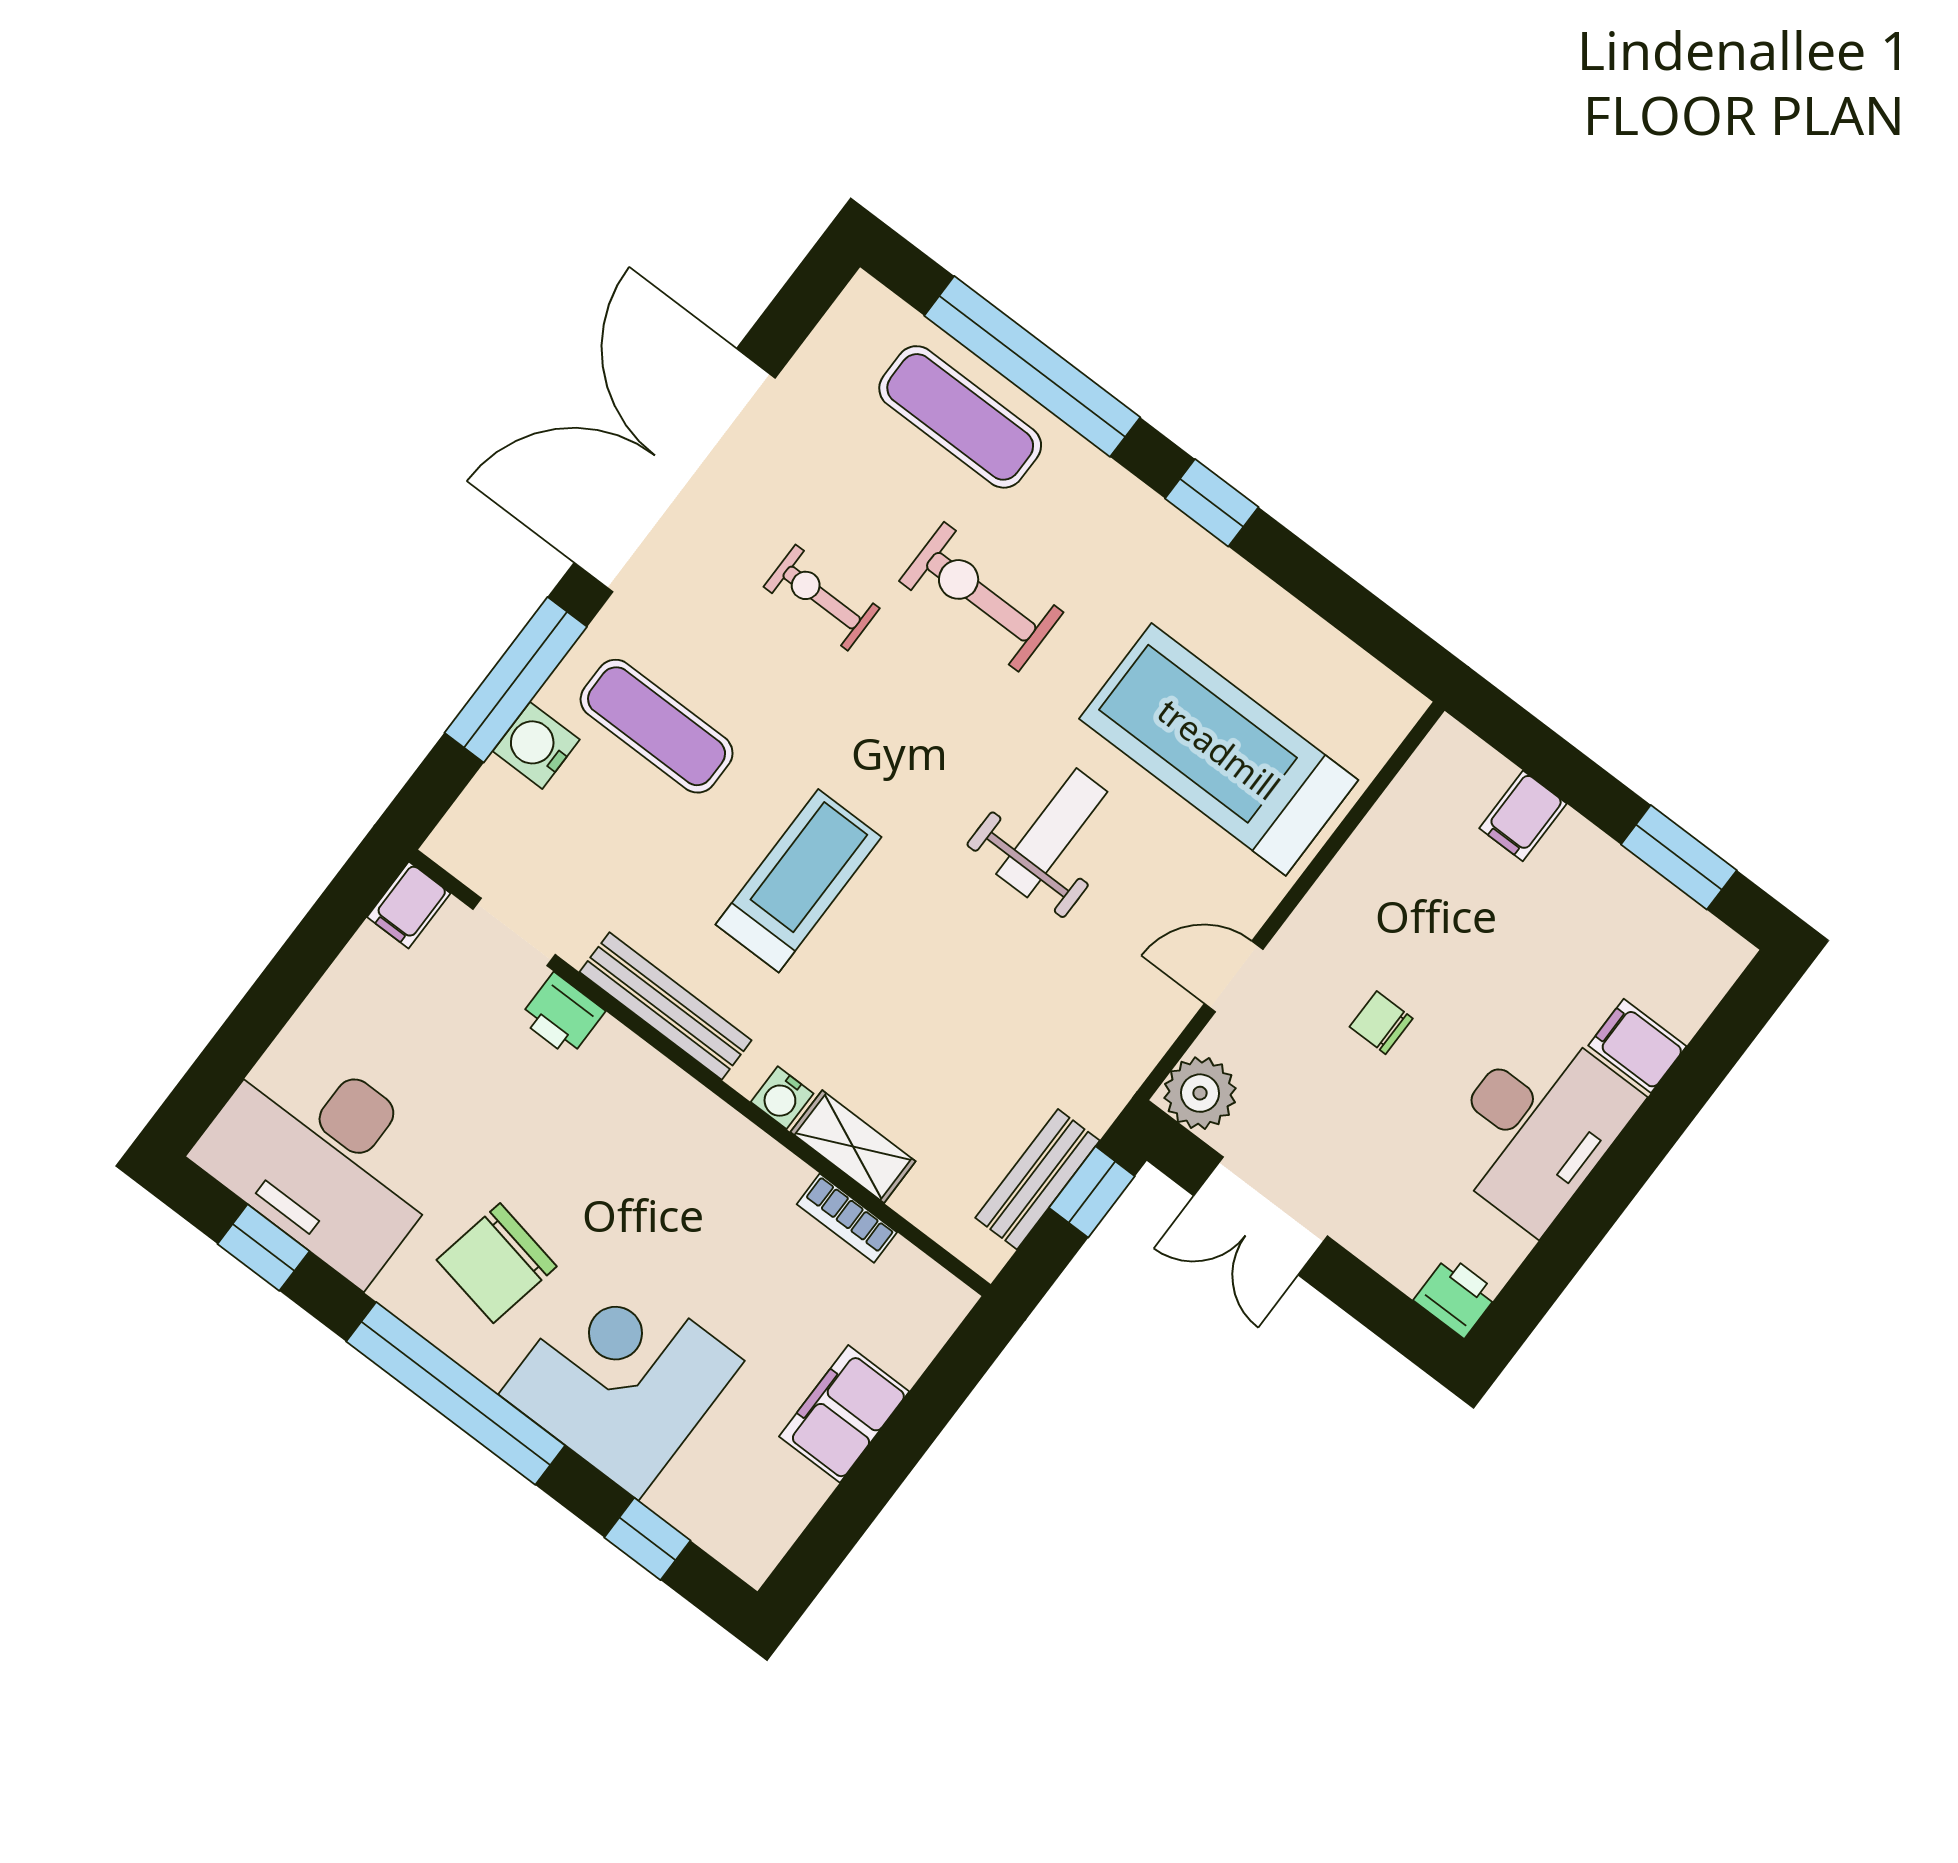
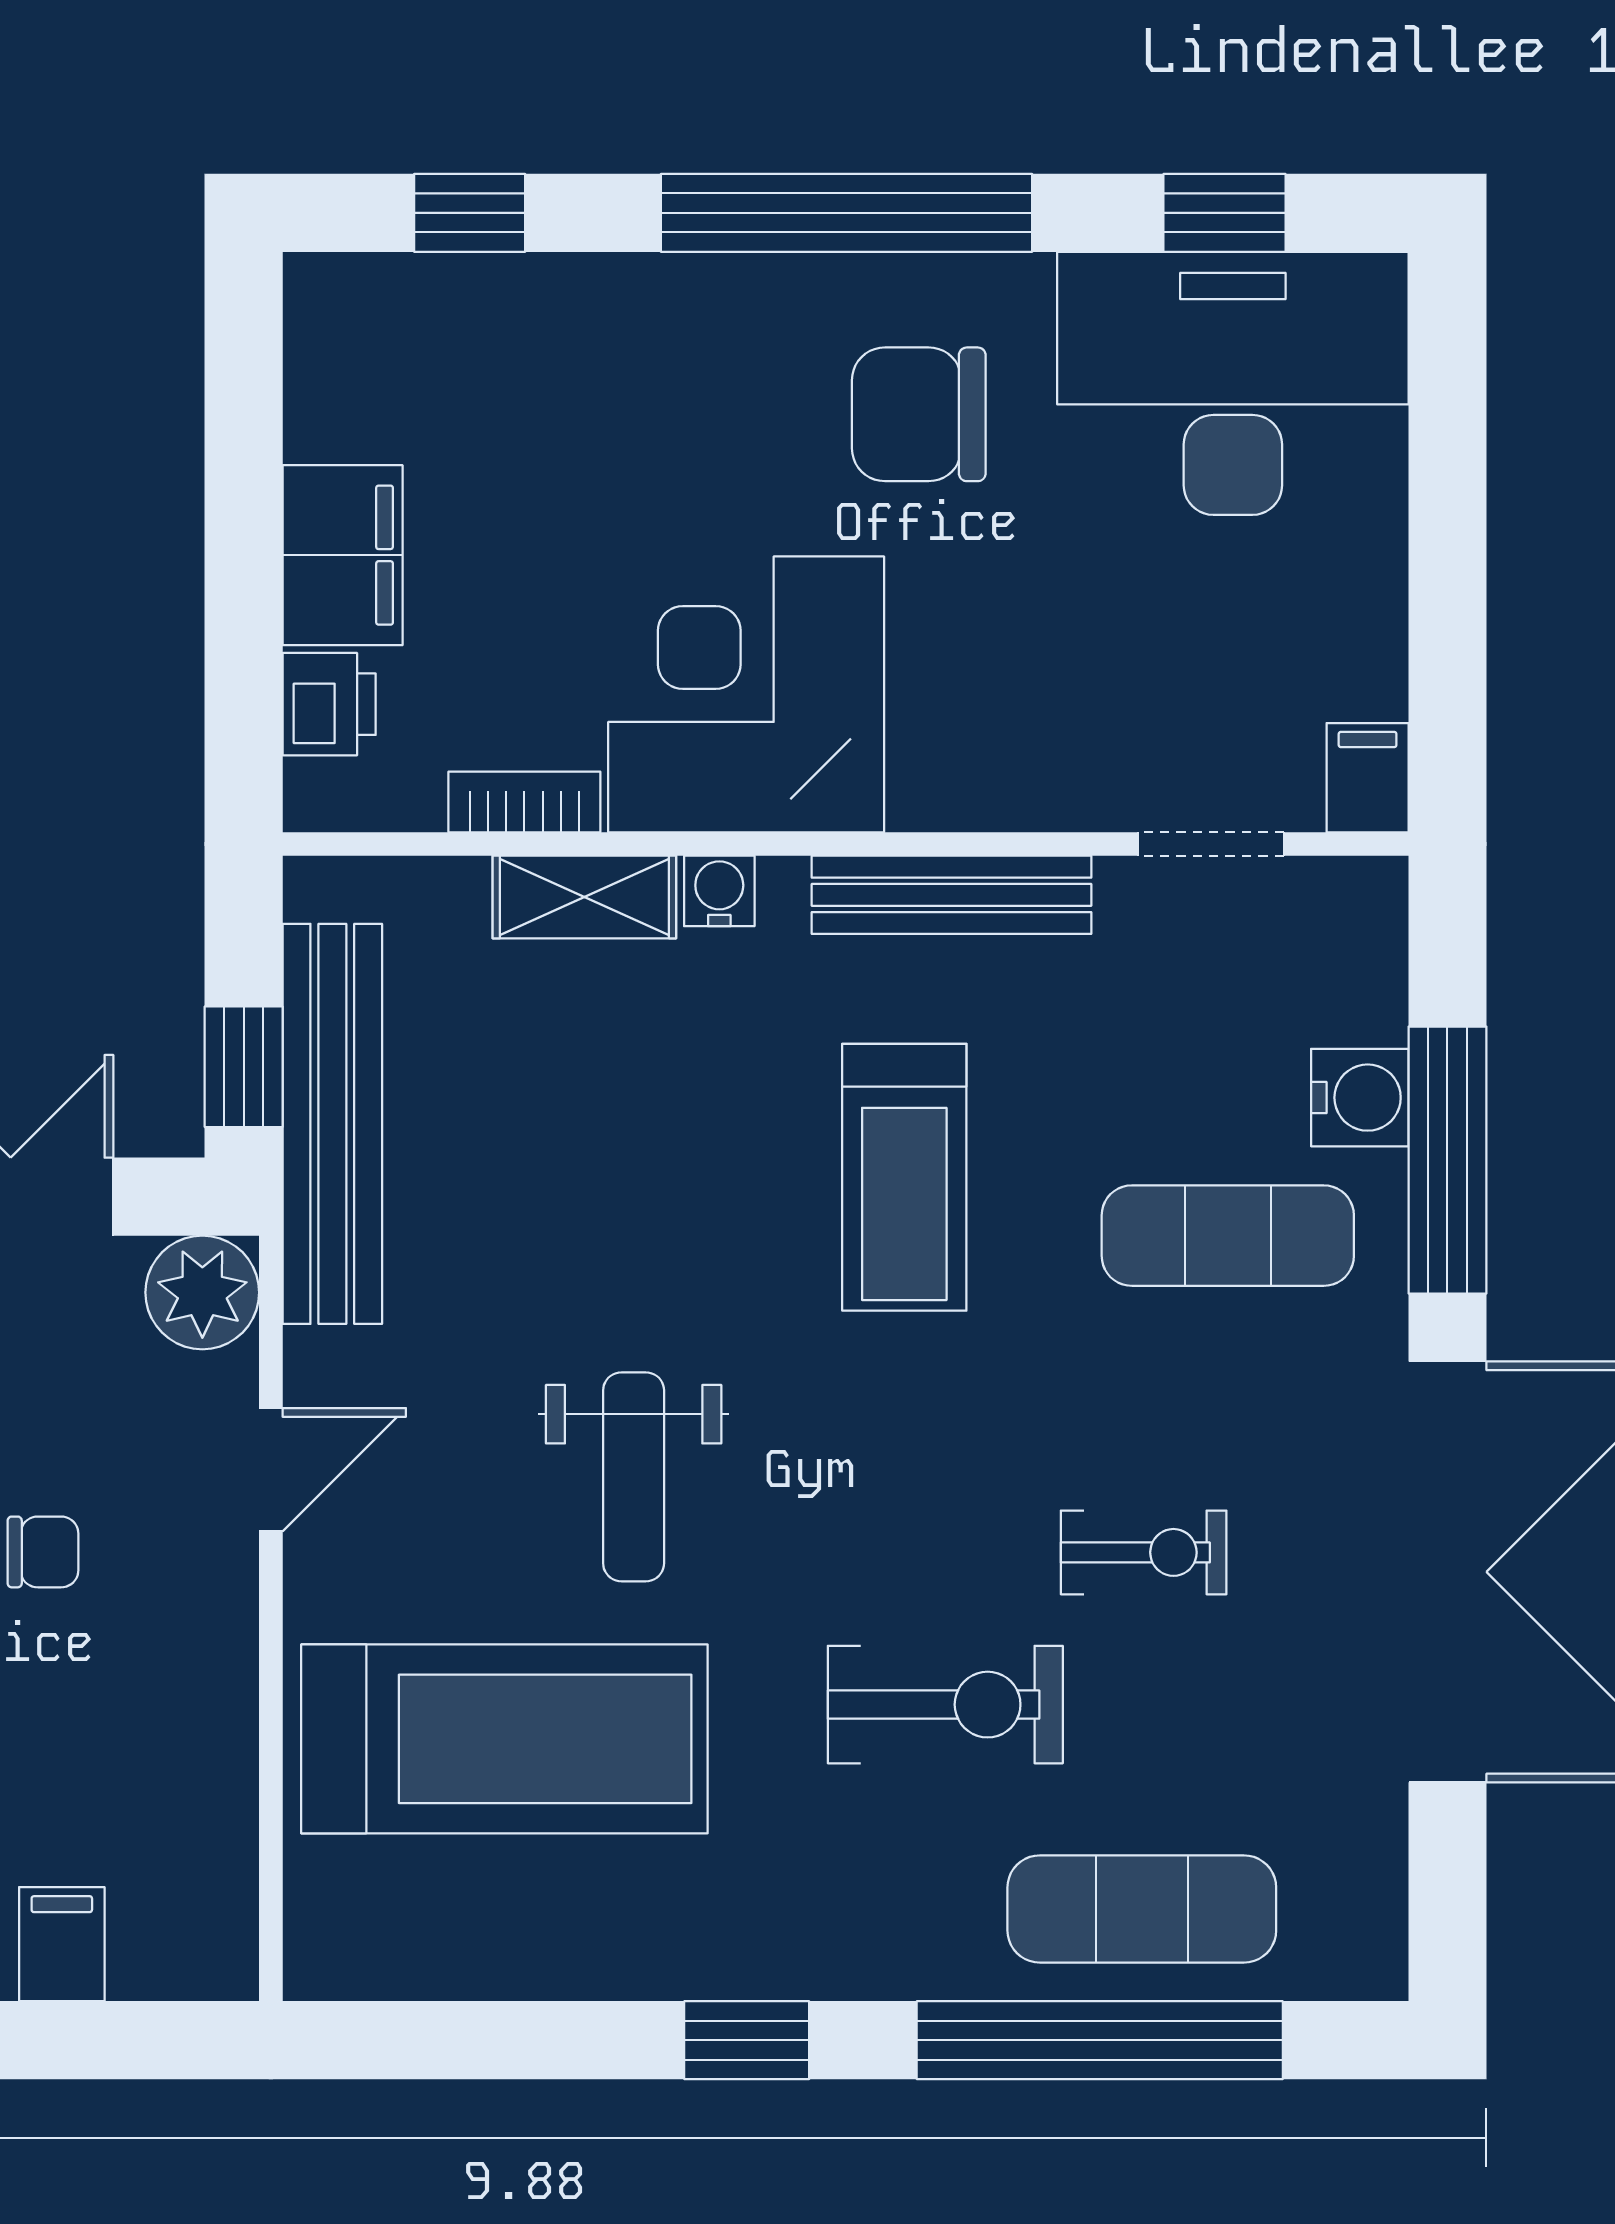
printer: (562, 1015) -> (329, 704), moved, turned 90
bench: (1037, 1179) -> (332, 1124), width x1.86, depth x1.21
chair: (497, 1263) -> (919, 414), turned -101
corner desk: (622, 1378) -> (746, 694), moved, turned 180

